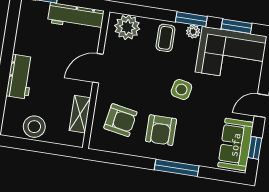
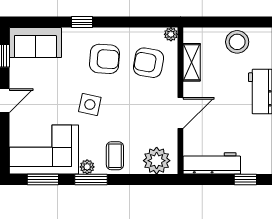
armchair: (161, 130) -> (104, 59), turned 94
plant: (95, 143) -> (171, 34), added
sofa: (236, 145) -> (35, 43), moved, turned 90
window: (177, 168) -> (82, 22), width x0.46

